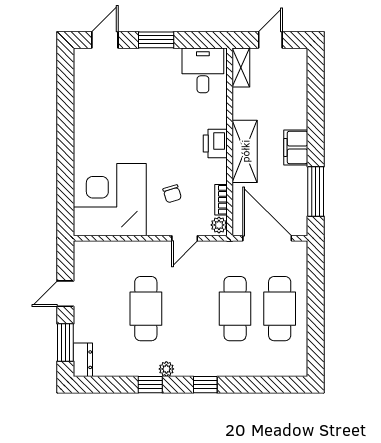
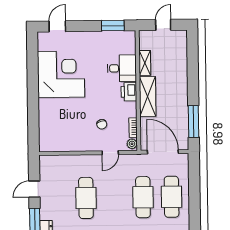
window: (156, 40) -> (113, 26), moved
shelving: (241, 68) -> (145, 63), moved
desk: (203, 70) -> (122, 68), moved, turned 90
filing cabinet: (296, 147) -> (180, 94), removed
corner desk: (110, 200) -> (61, 74), moved, turned 90

